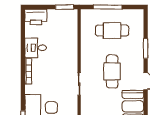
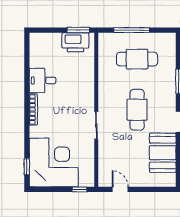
printer: (36, 17) -> (75, 42), moved

